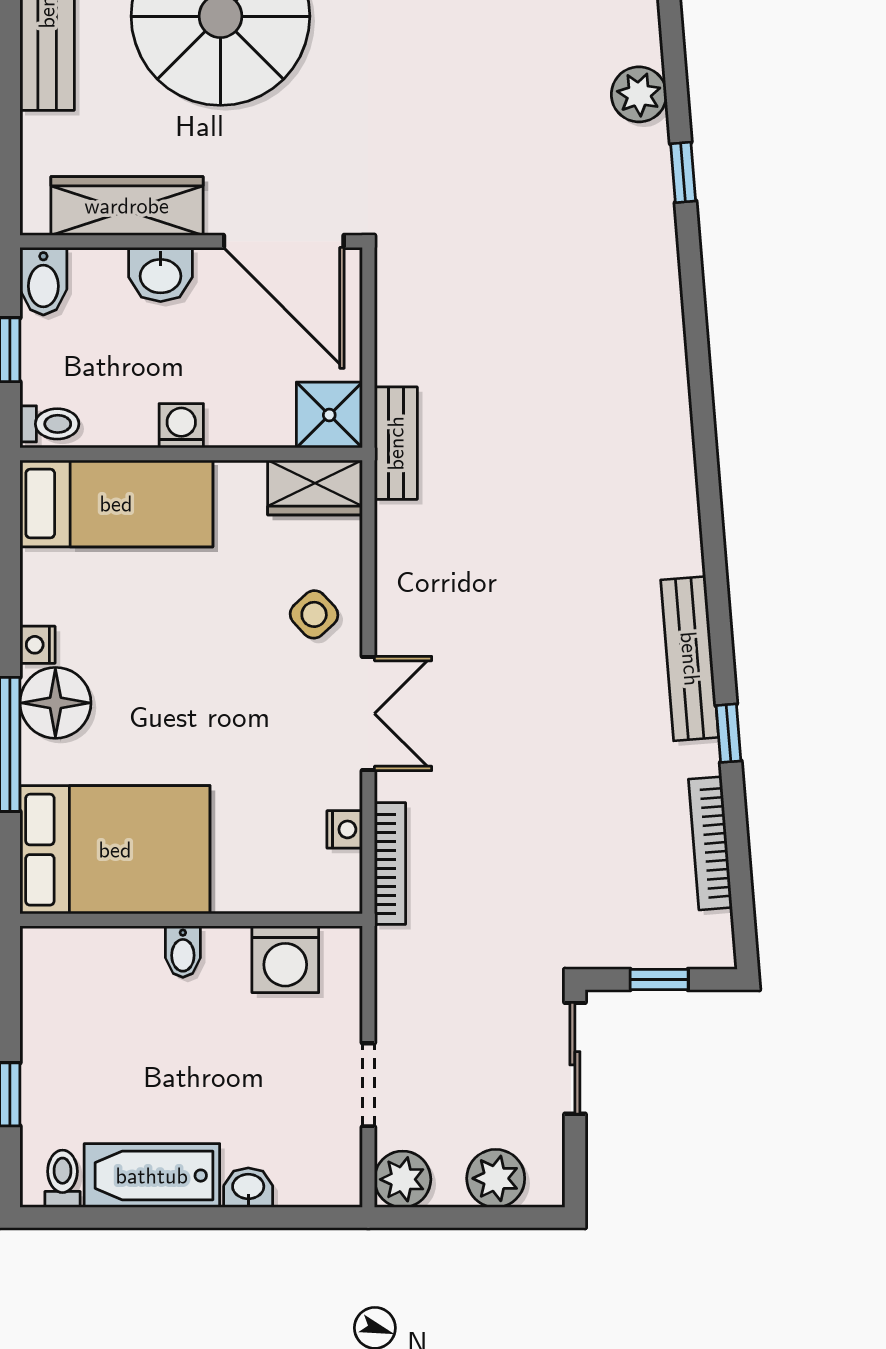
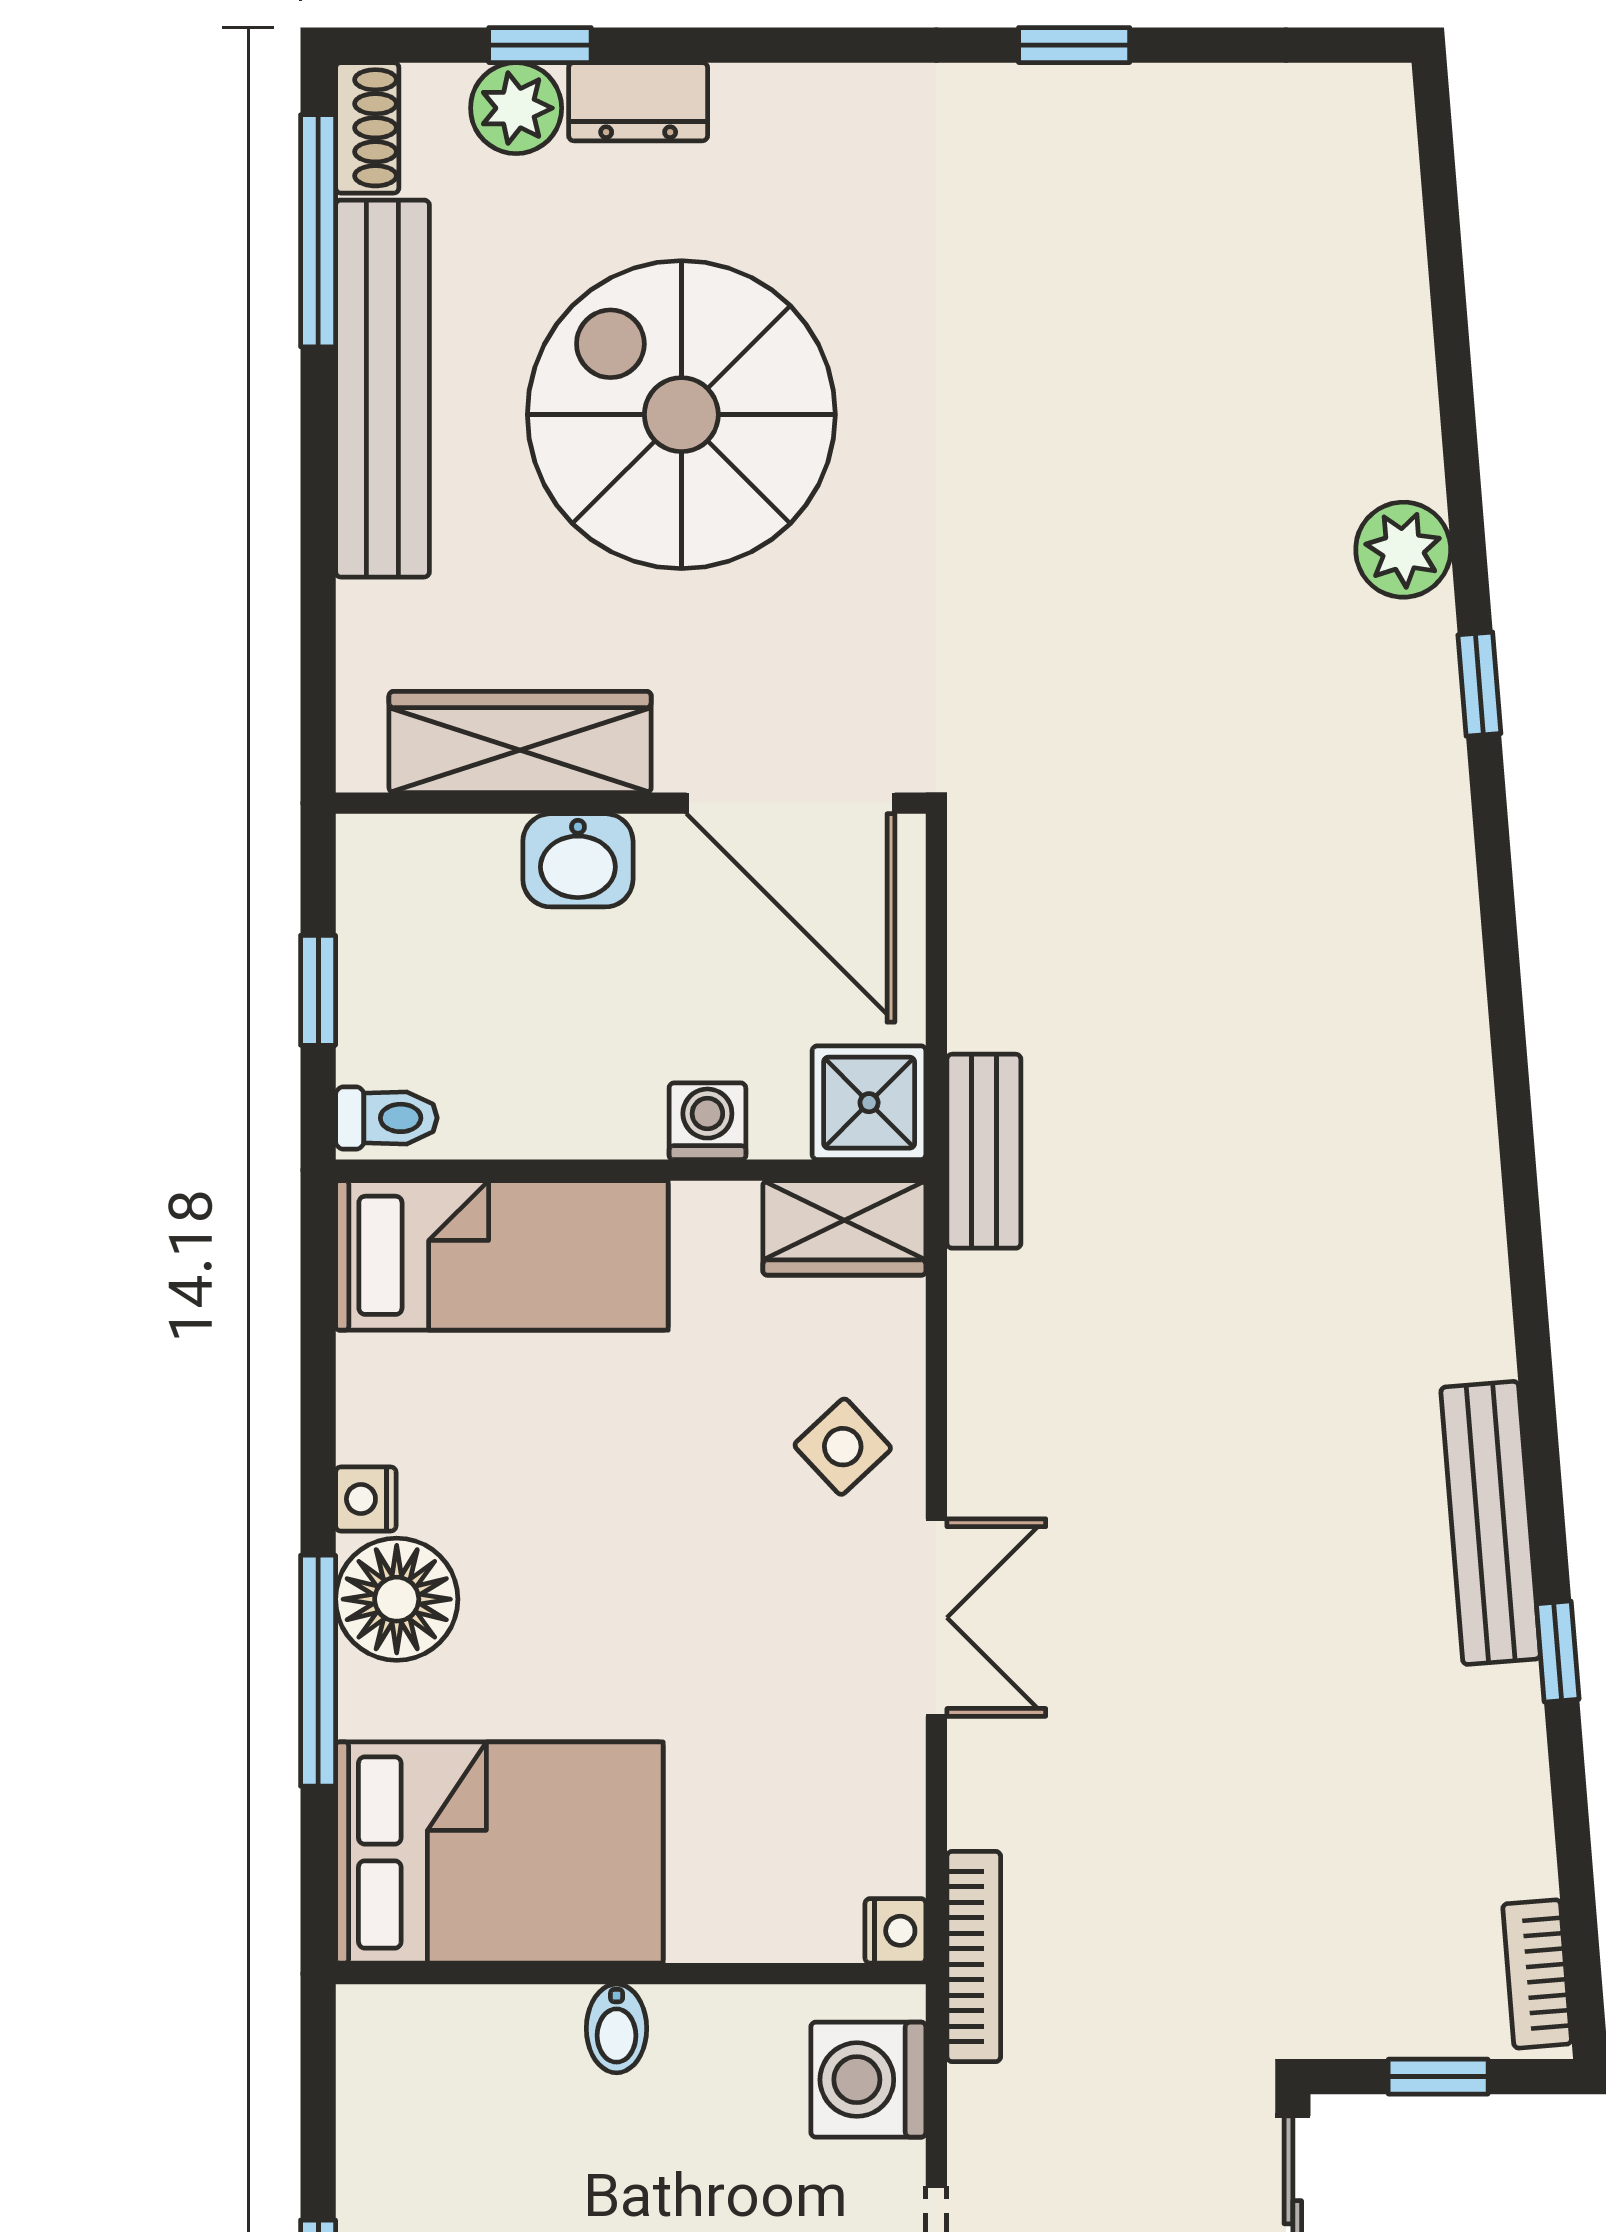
bidet: (43, 281) -> (376, 872), removed
washing machine: (181, 426) -> (707, 1121), moved
nightstand: (345, 829) -> (895, 1931), moved
bookcase: (710, 843) -> (1537, 1974), moved, width x0.64
bookcase: (390, 864) -> (974, 1956), moved
washing machine: (285, 959) -> (868, 2080), moved, turned 90

